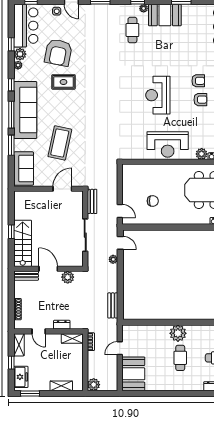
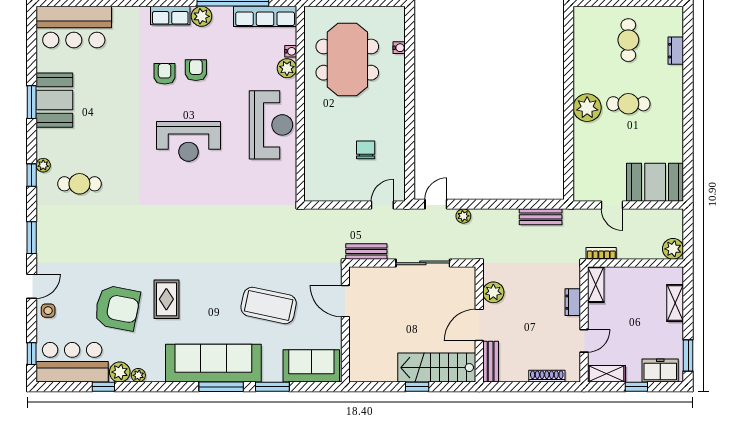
booth: (165, 15) -> (54, 100), moved
window: (11, 85) -> (171, 387), removed

